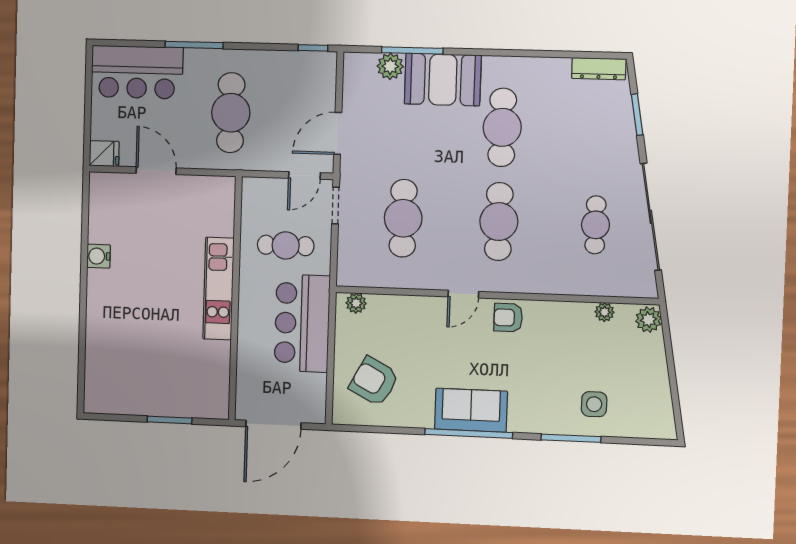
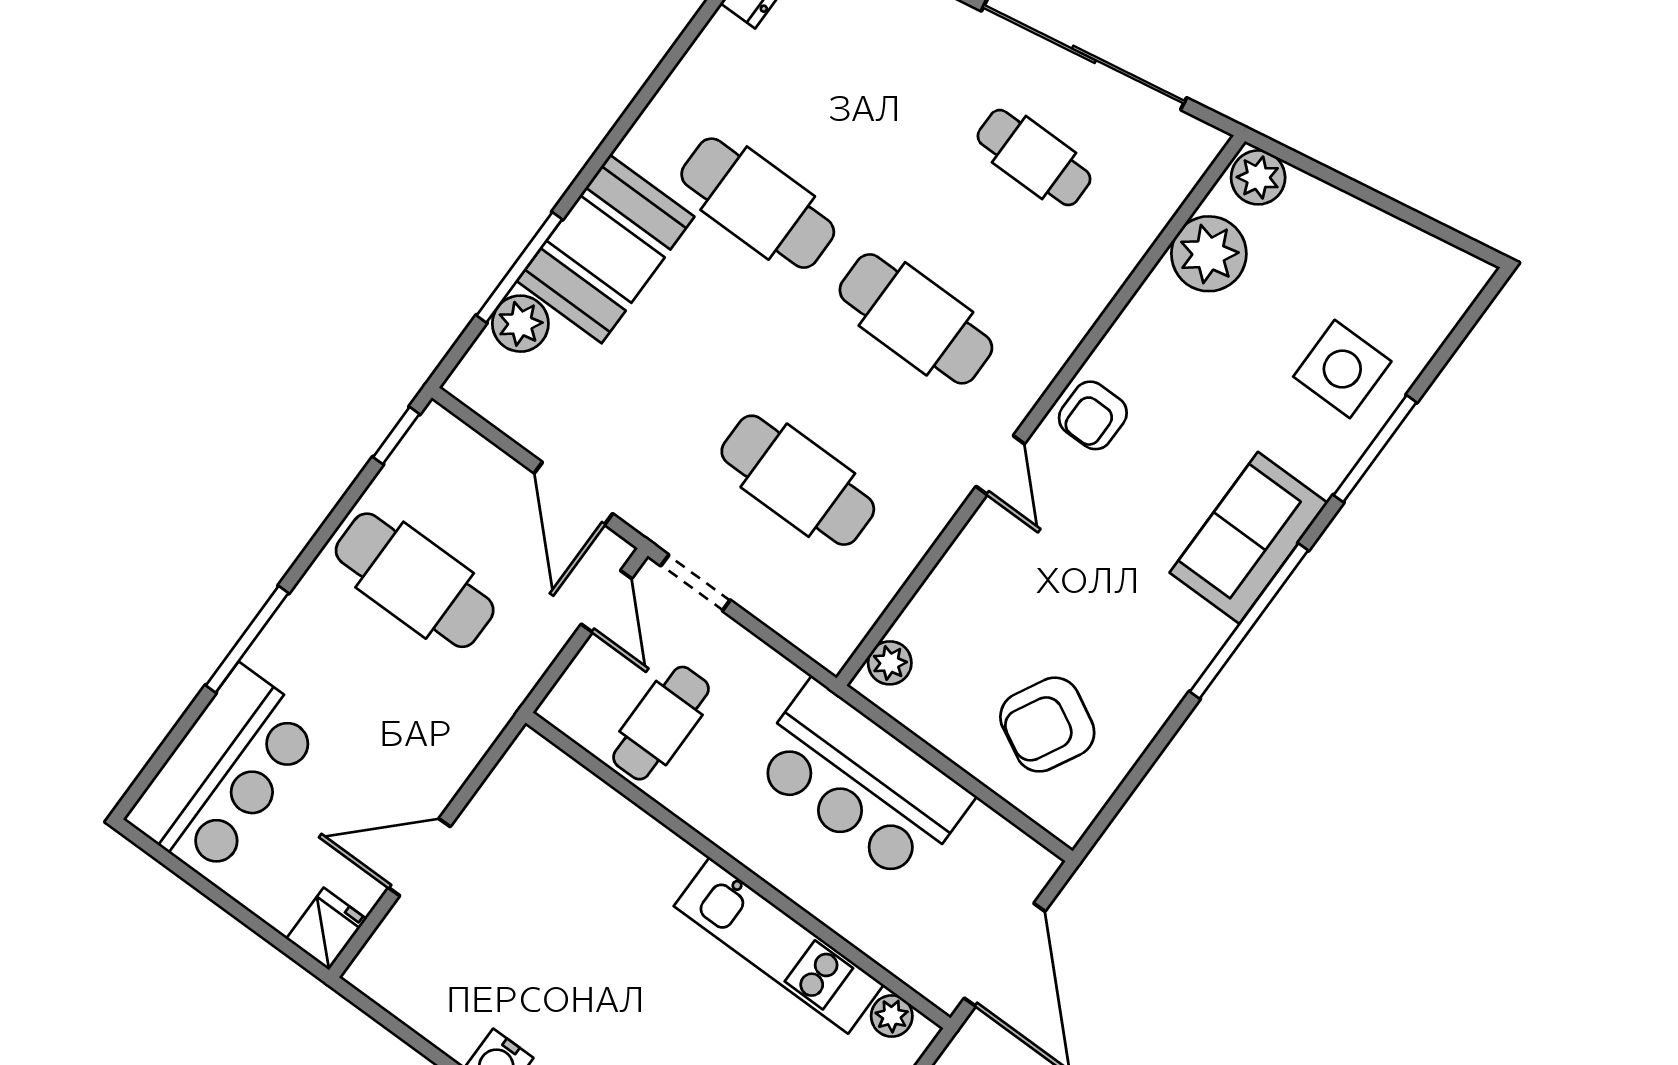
cafe table: (231, 113) -> (415, 580), moved
cafe table: (286, 245) -> (661, 723), moved
kitchen unit: (219, 289) -> (779, 945), moved
plant: (605, 312) -> (1209, 254), width x1.87, depth x1.87
plant: (220, 397) -> (892, 1016), added
side table: (594, 404) -> (1342, 369), width x1.37, depth x1.37
sofa: (471, 410) -> (1249, 538), moved

